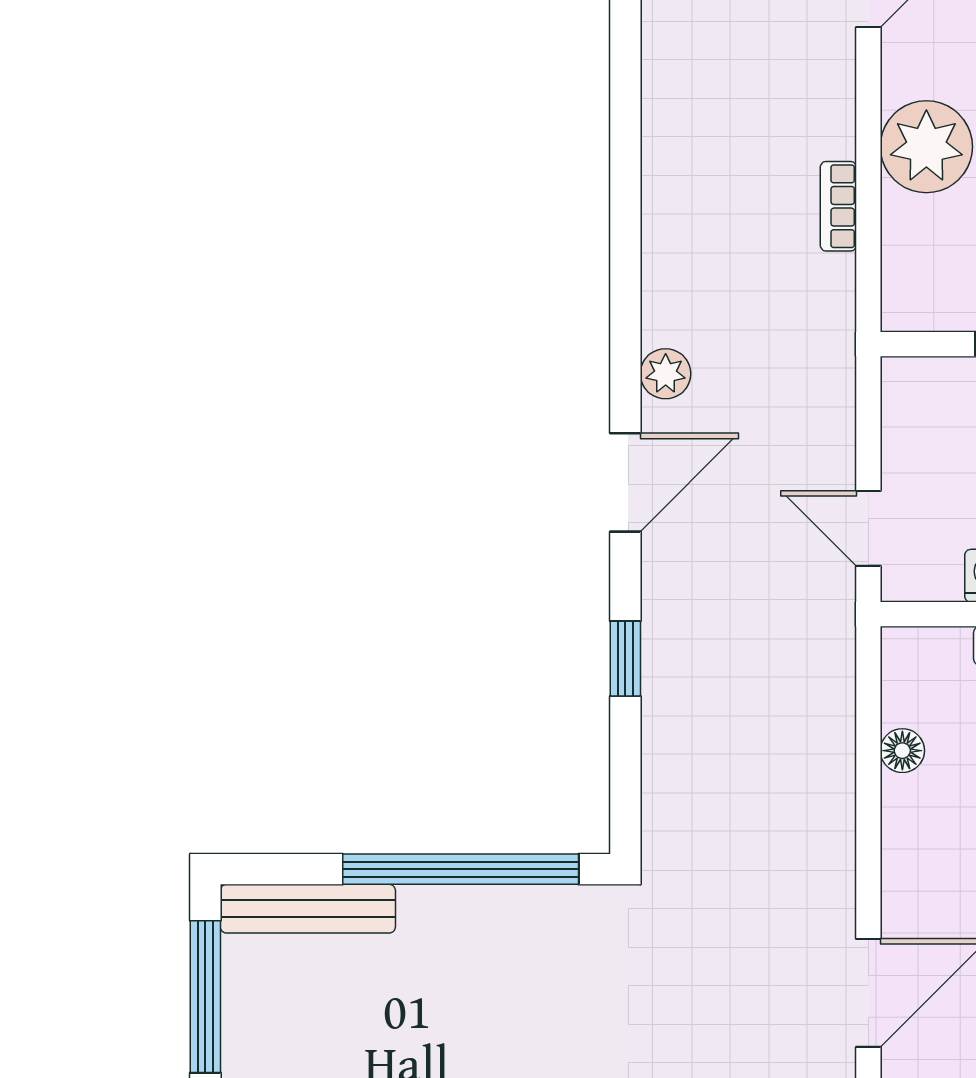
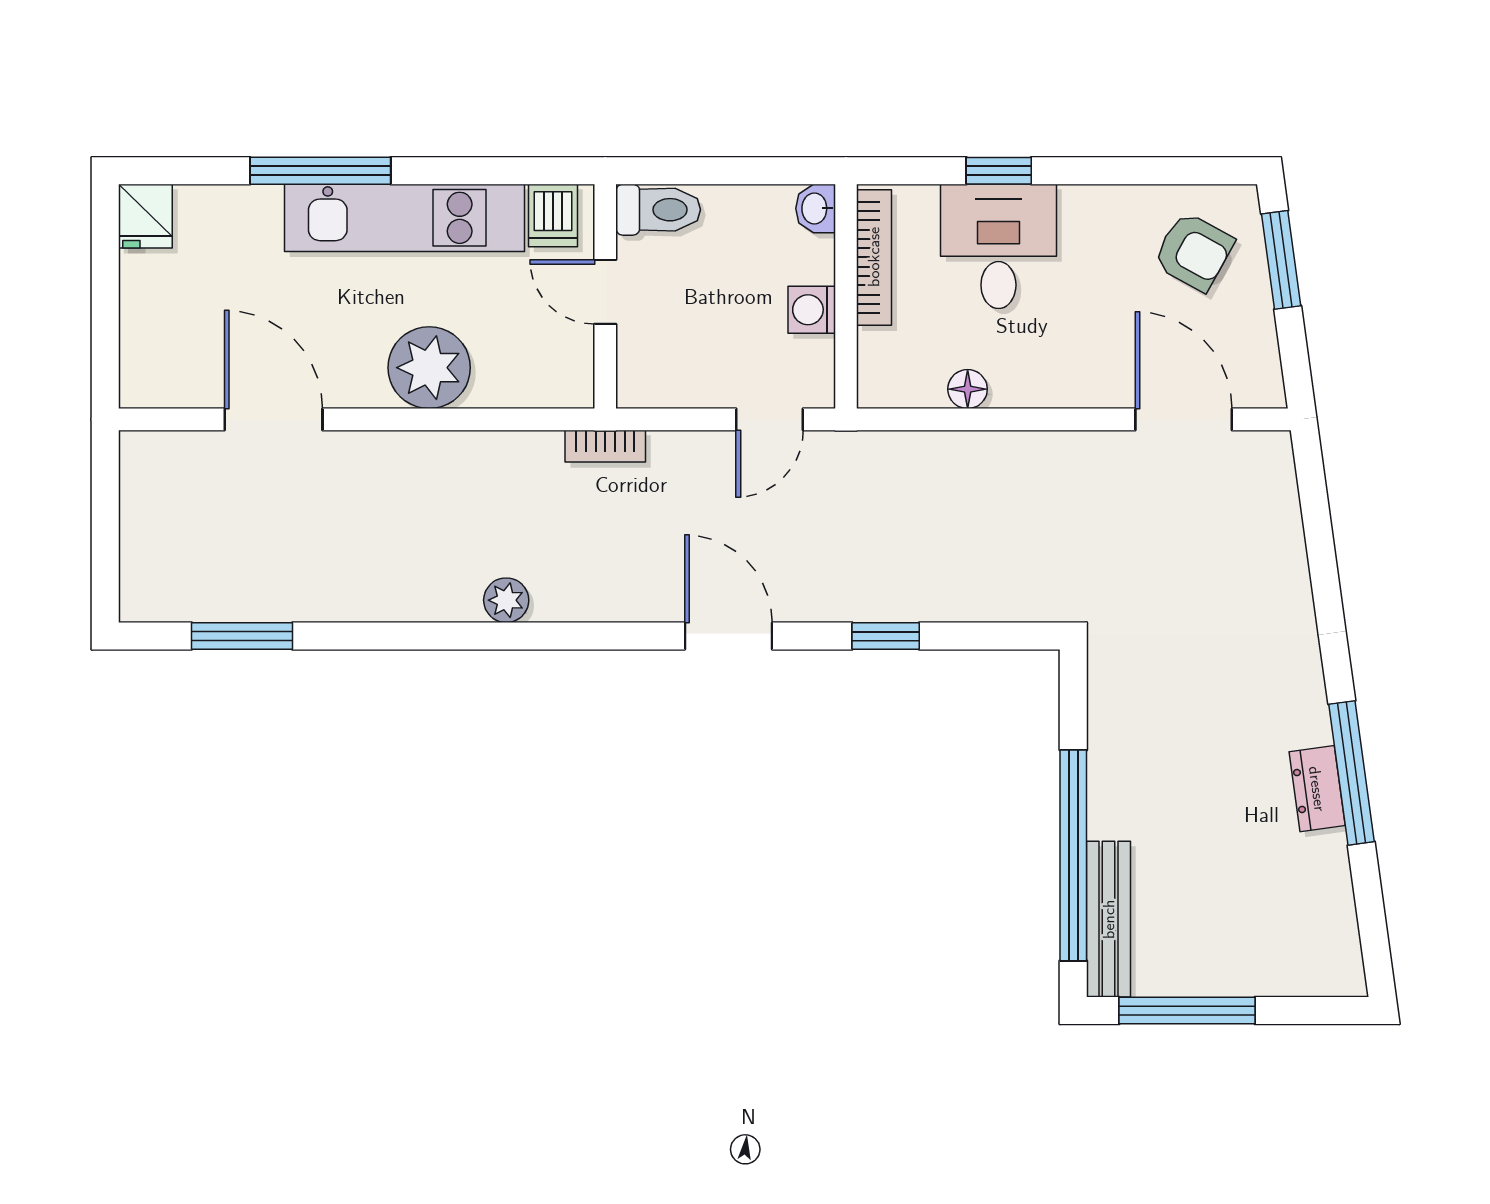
bookcase: (838, 206) -> (605, 446), moved
plant: (666, 374) -> (506, 600), moved
window: (461, 869) -> (1073, 855), moved

